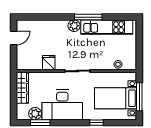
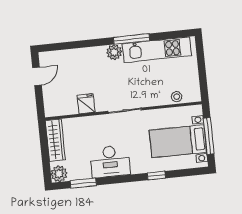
desk: (62, 105) -> (110, 161), width x0.73, depth x0.77
plant: (35, 114) -> (59, 174), moved

